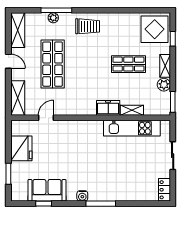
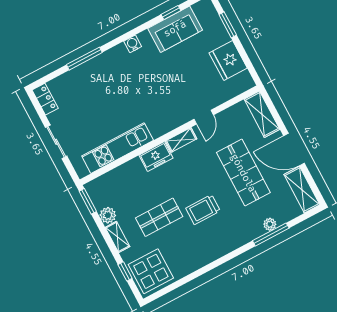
trolley: (88, 26) -> (203, 210), moved
door: (8, 61) -> (294, 150), width x1.88
shelving: (132, 110) -> (181, 140), moved
door: (46, 118) -> (204, 117), moved
window: (101, 204) -> (84, 59), moved

